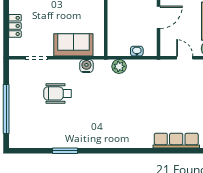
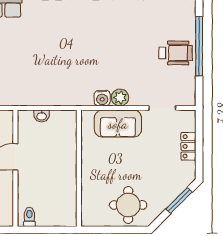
plant: (119, 66) -> (120, 98), moved
wheelchair: (58, 93) -> (176, 53), moved

